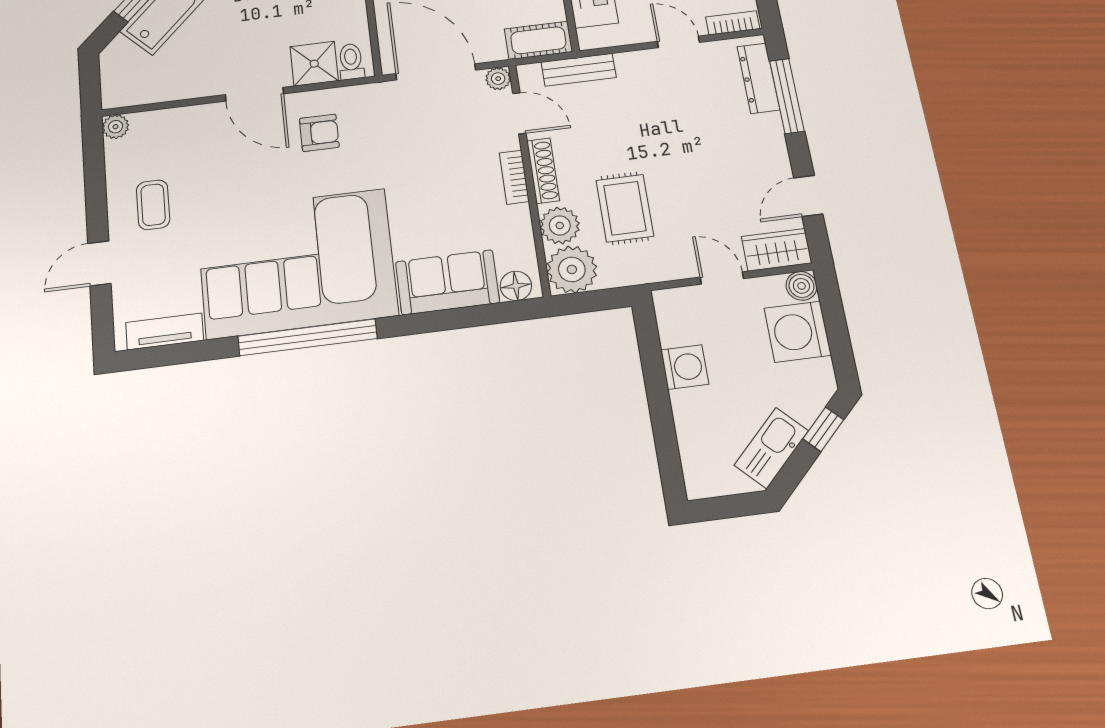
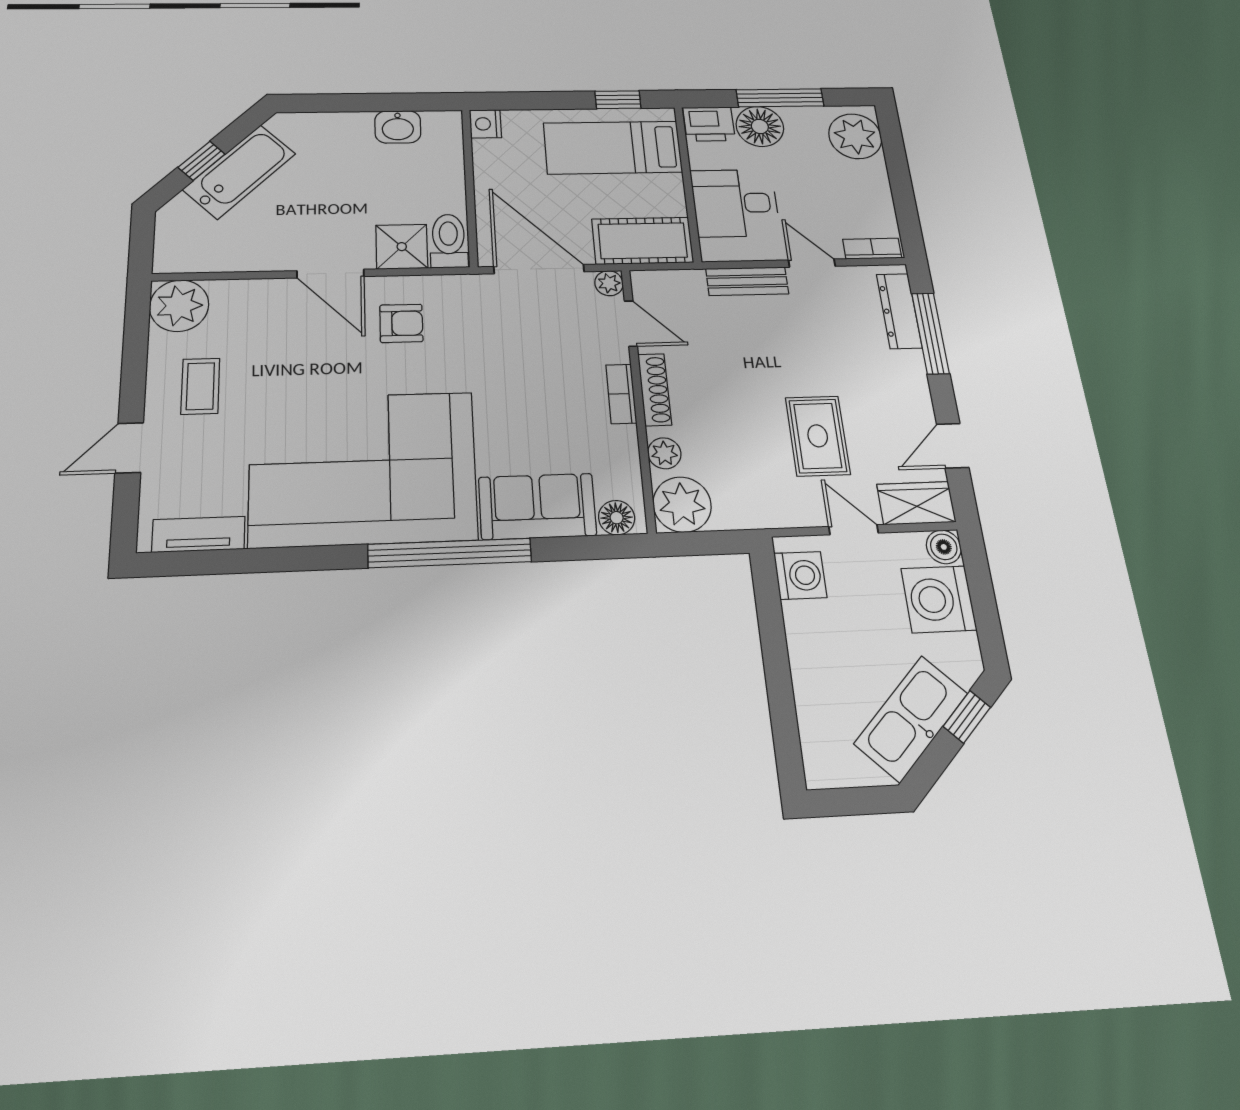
cot: (538, 40) -> (643, 241), width x1.37, depth x1.34
toilet: (351, 62) -> (449, 241), width x1.37, depth x1.39
bench: (579, 70) -> (747, 281), moved
plant: (116, 127) -> (179, 306), width x1.87, depth x1.87
rug: (625, 208) -> (818, 436), moved
plant: (560, 225) -> (664, 453), width x0.73, depth x0.73
window: (308, 337) -> (450, 553), moved
washing machine: (685, 367) -> (800, 575), moved
kitchen sink: (771, 448) -> (911, 718), width x1.36, depth x1.24

